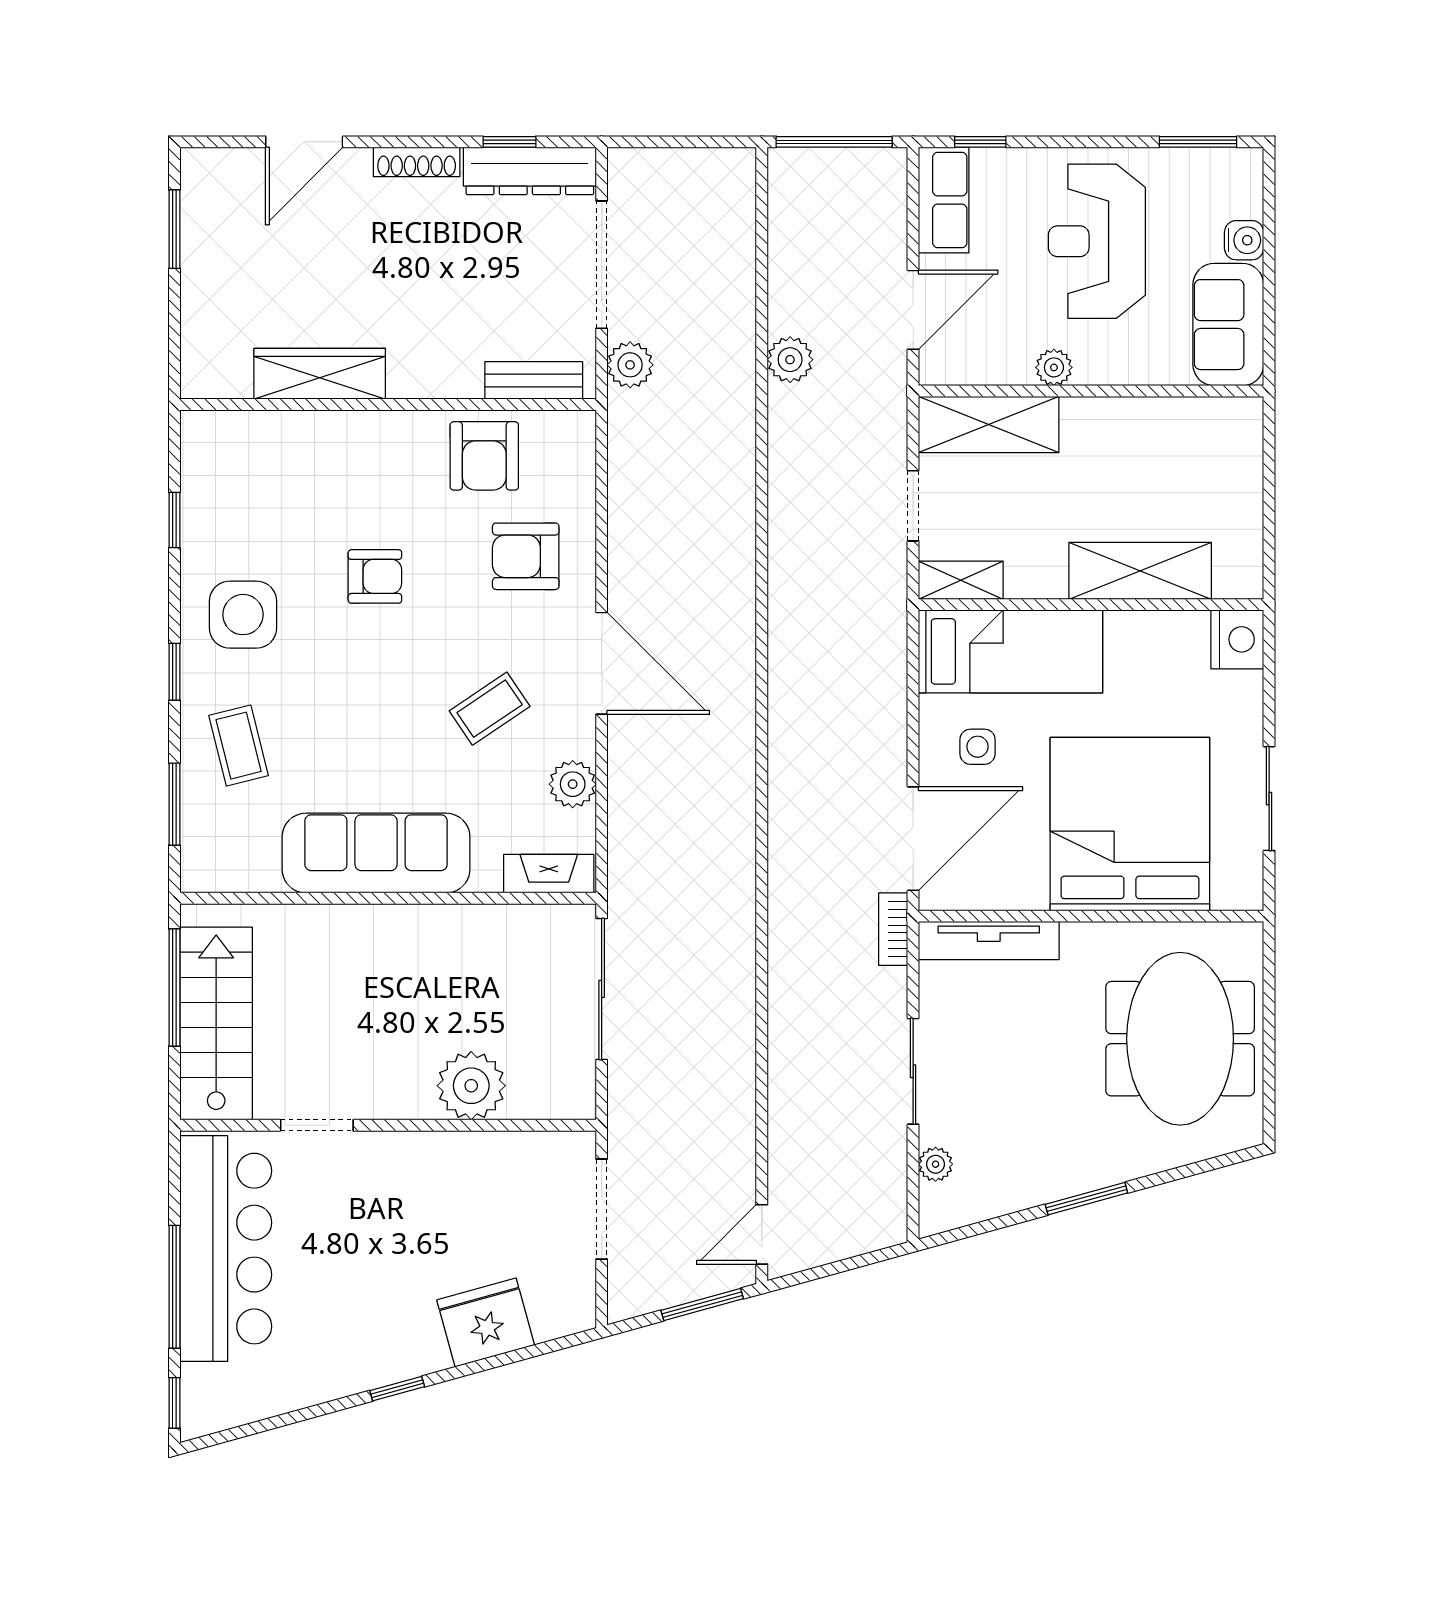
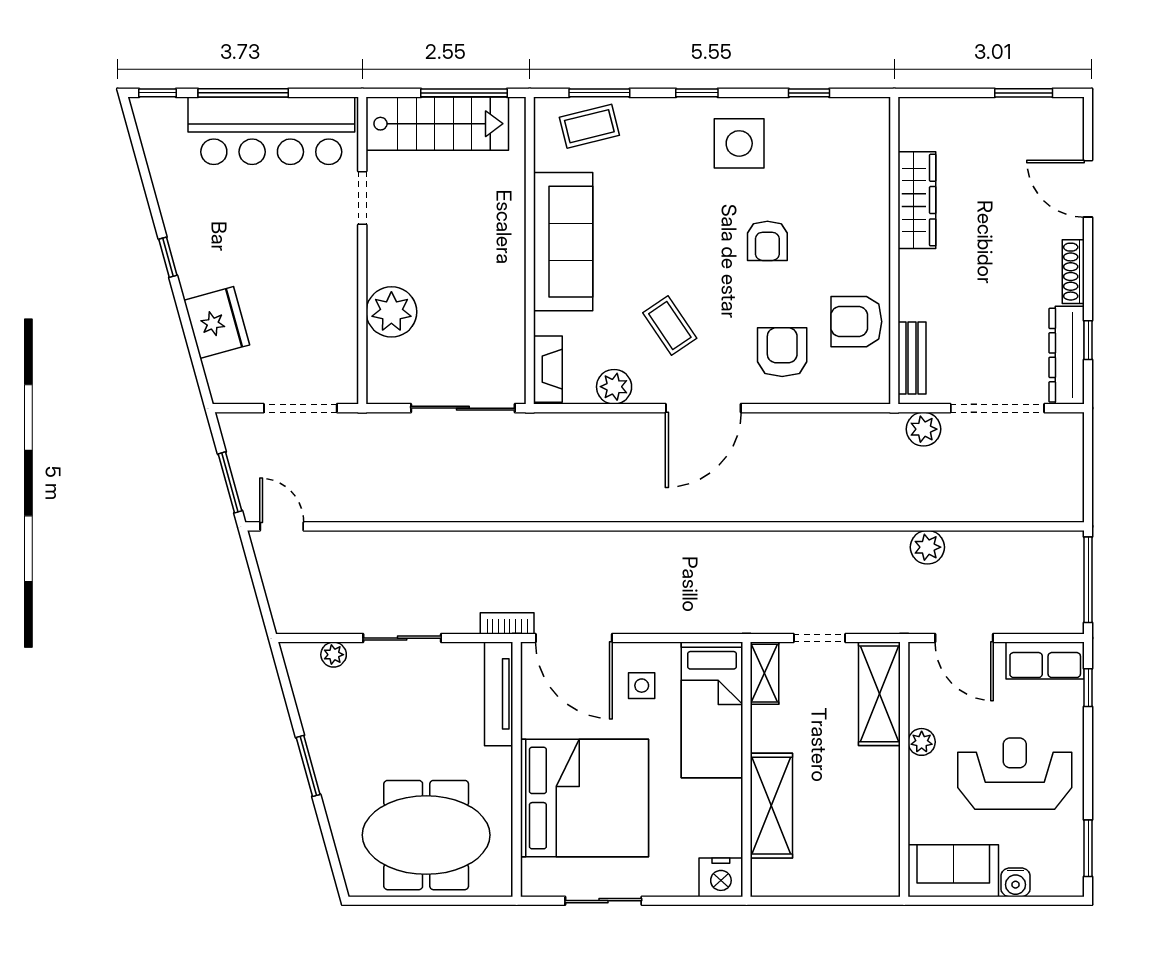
coffee table: (239, 746) -> (589, 126), moved

